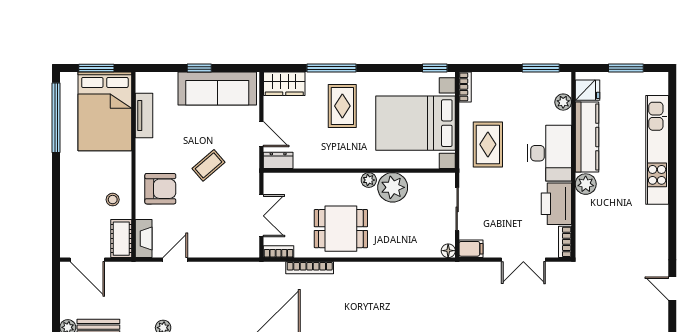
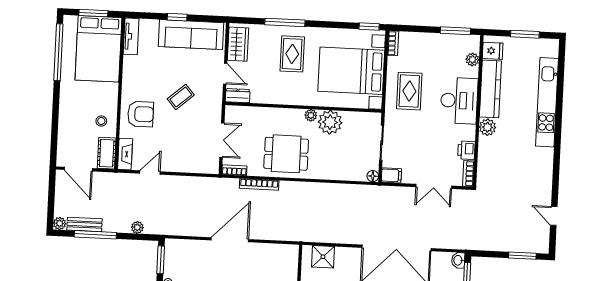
wardrobe: (284, 84) -> (238, 44), moved, turned -90
tv unit: (144, 115) -> (131, 36), moved
printer: (556, 204) -> (466, 150), width x0.53, depth x0.68

